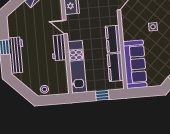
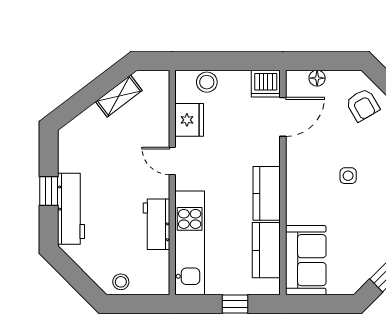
workbench: (59, 48) -> (156, 224), moved
sofa: (135, 64) -> (306, 260), width x0.73

